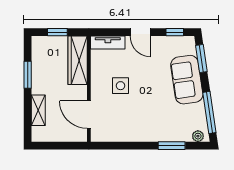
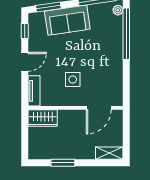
window: (57, 32) -> (25, 136), removed
wardrobe: (78, 60) -> (43, 118), width x0.67
shelving: (38, 110) -> (109, 153), moved
window: (172, 146) -> (126, 34), width x2.11

